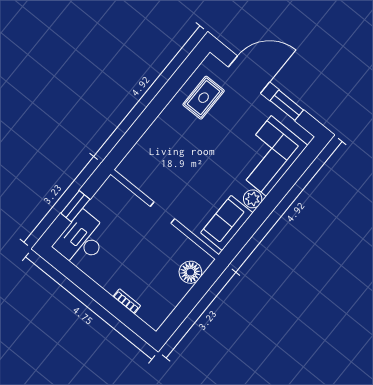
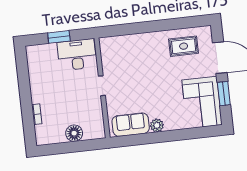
corner sofa: (269, 156) -> (202, 102), moved, turned -90
desk: (82, 240) -> (77, 55), moved
floor lamp: (190, 272) -> (74, 133), moved

